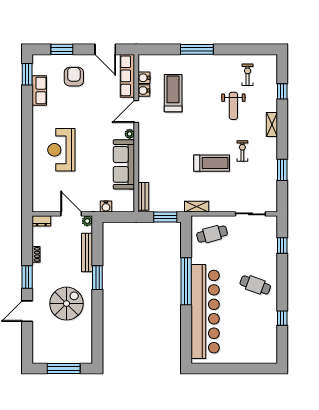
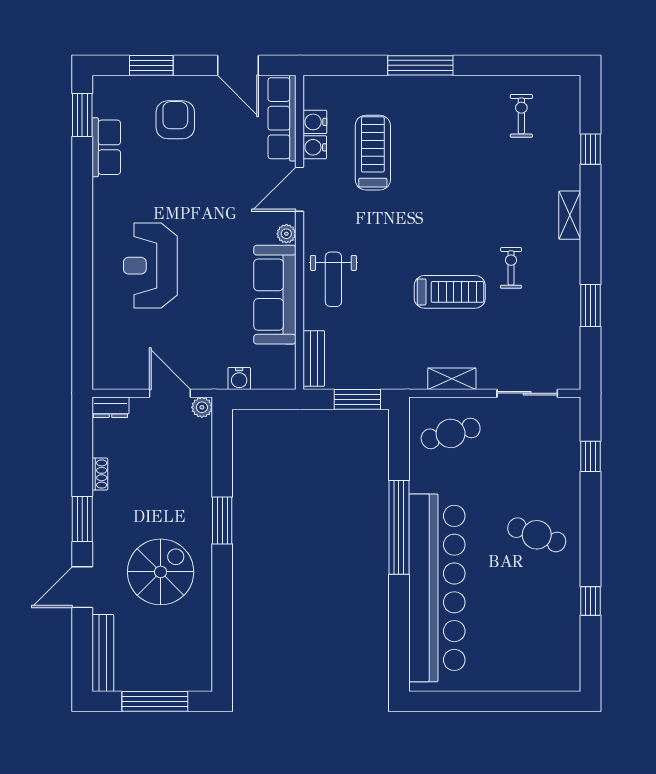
weight bench: (233, 106) -> (333, 279), moved
shelving: (197, 207) -> (452, 379), moved
bench: (87, 252) -> (103, 653), moved

